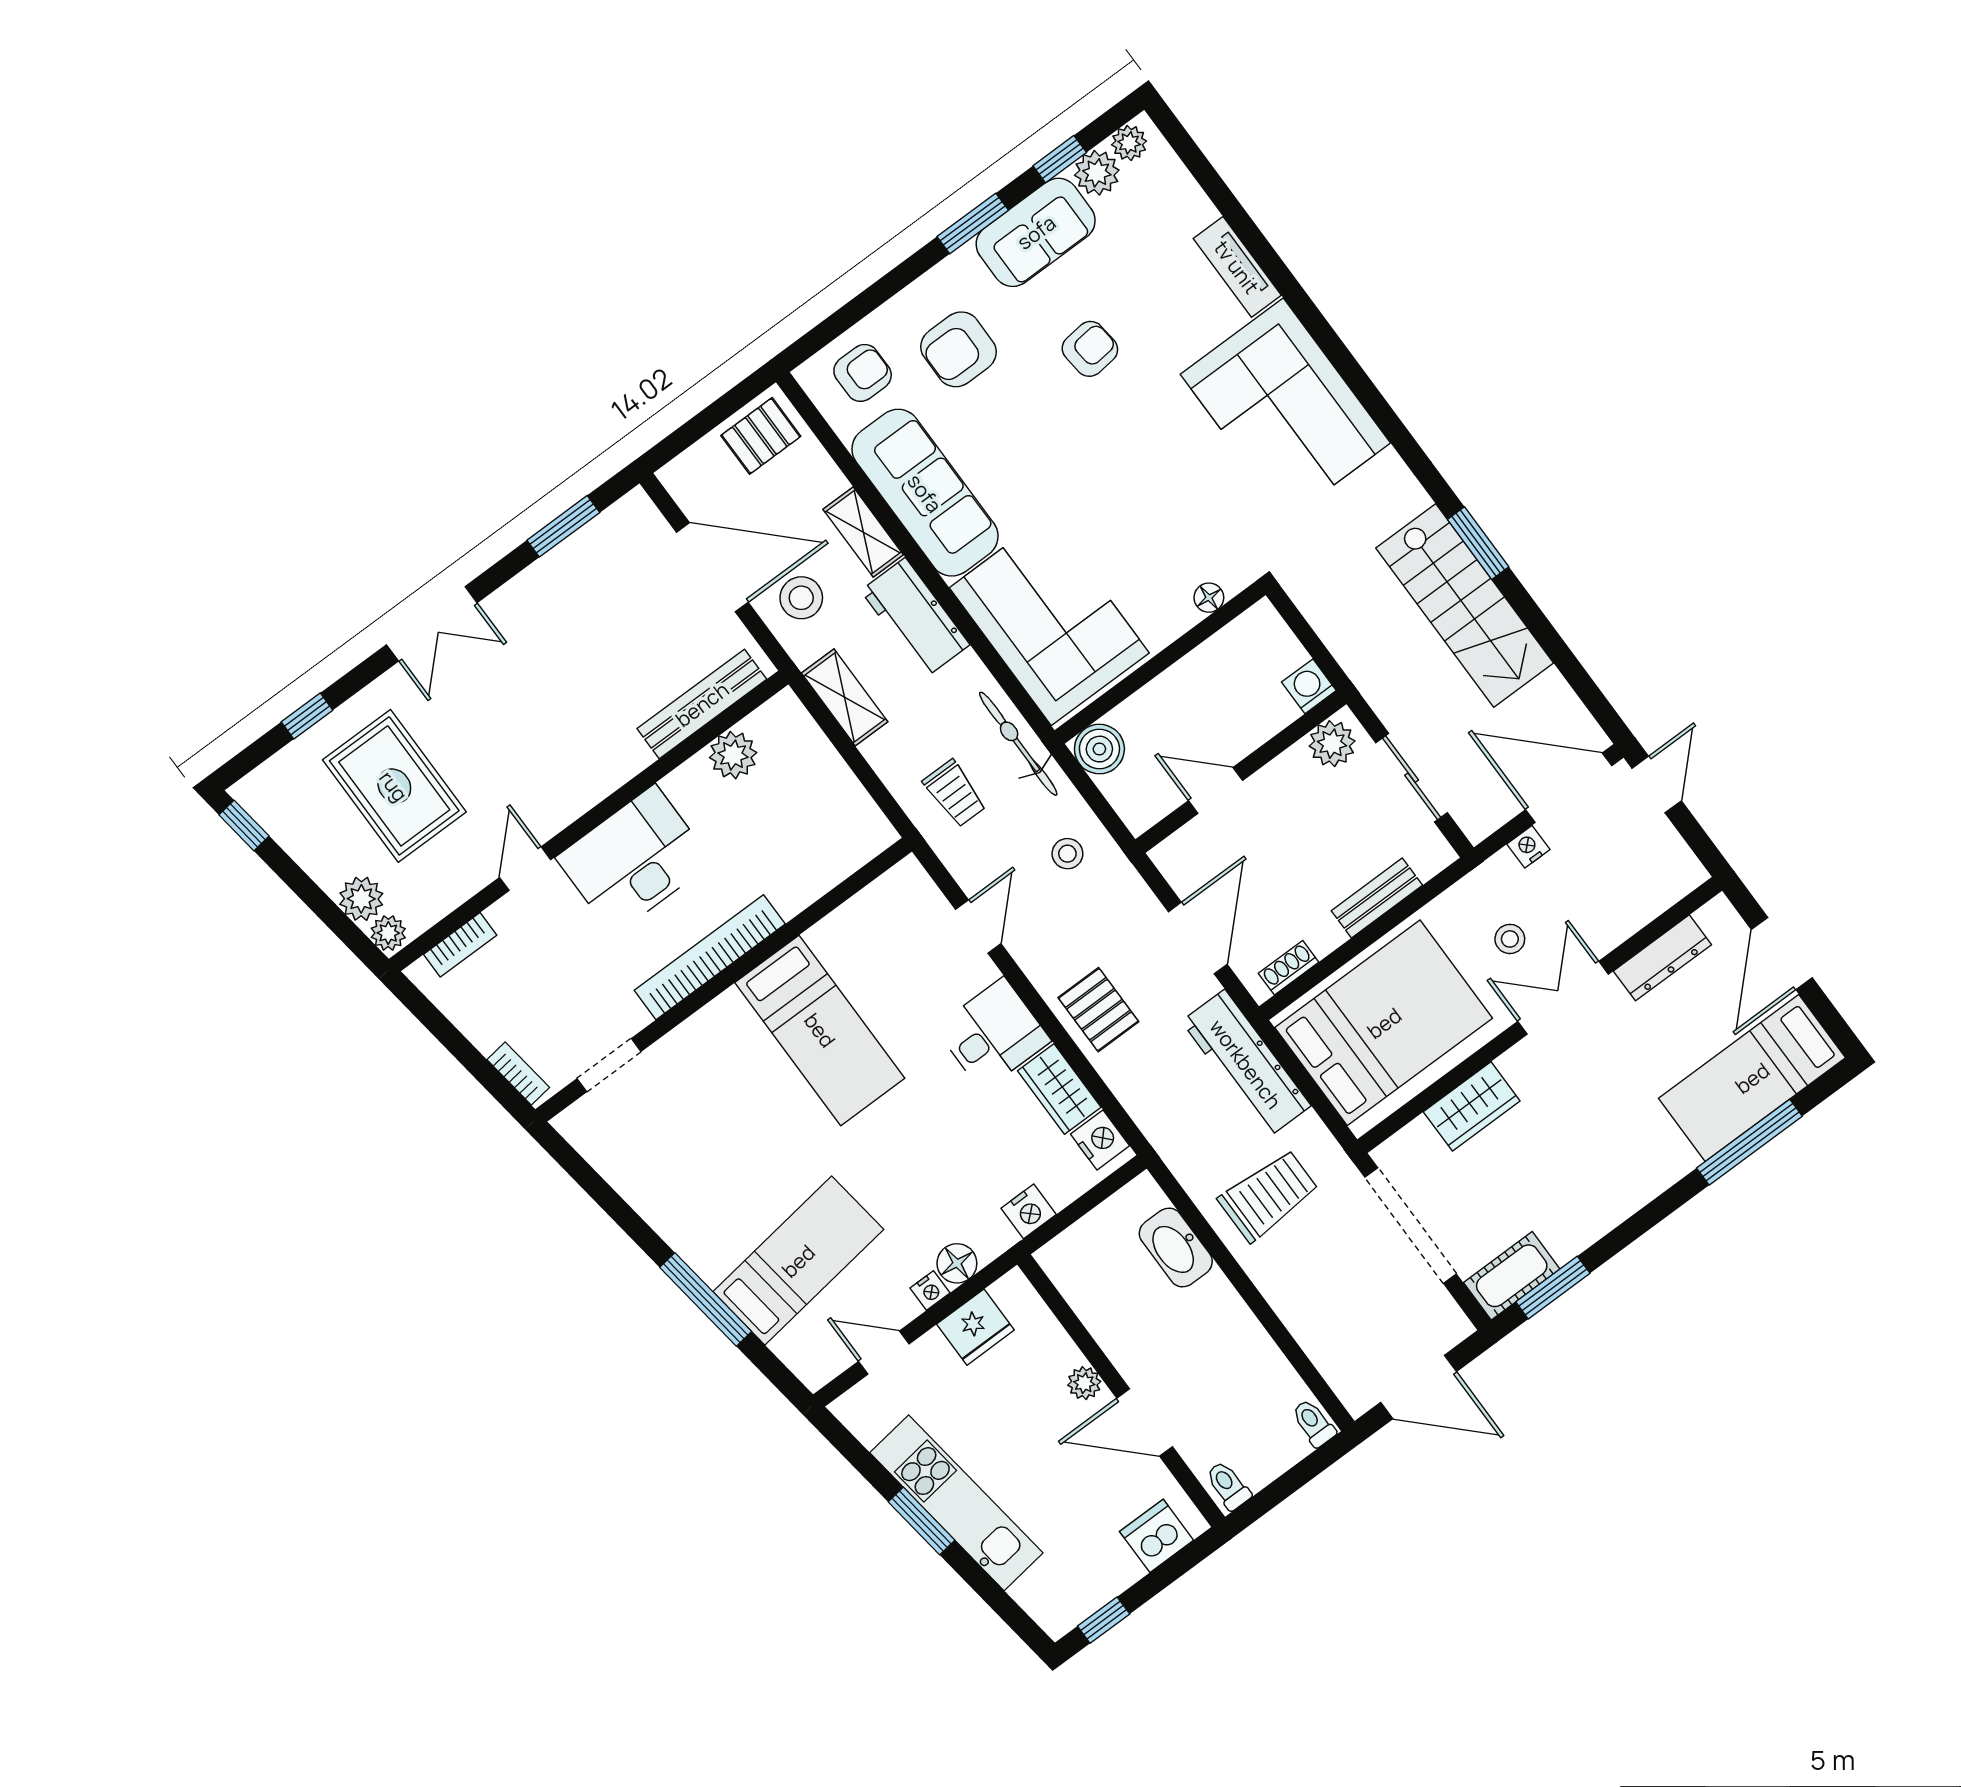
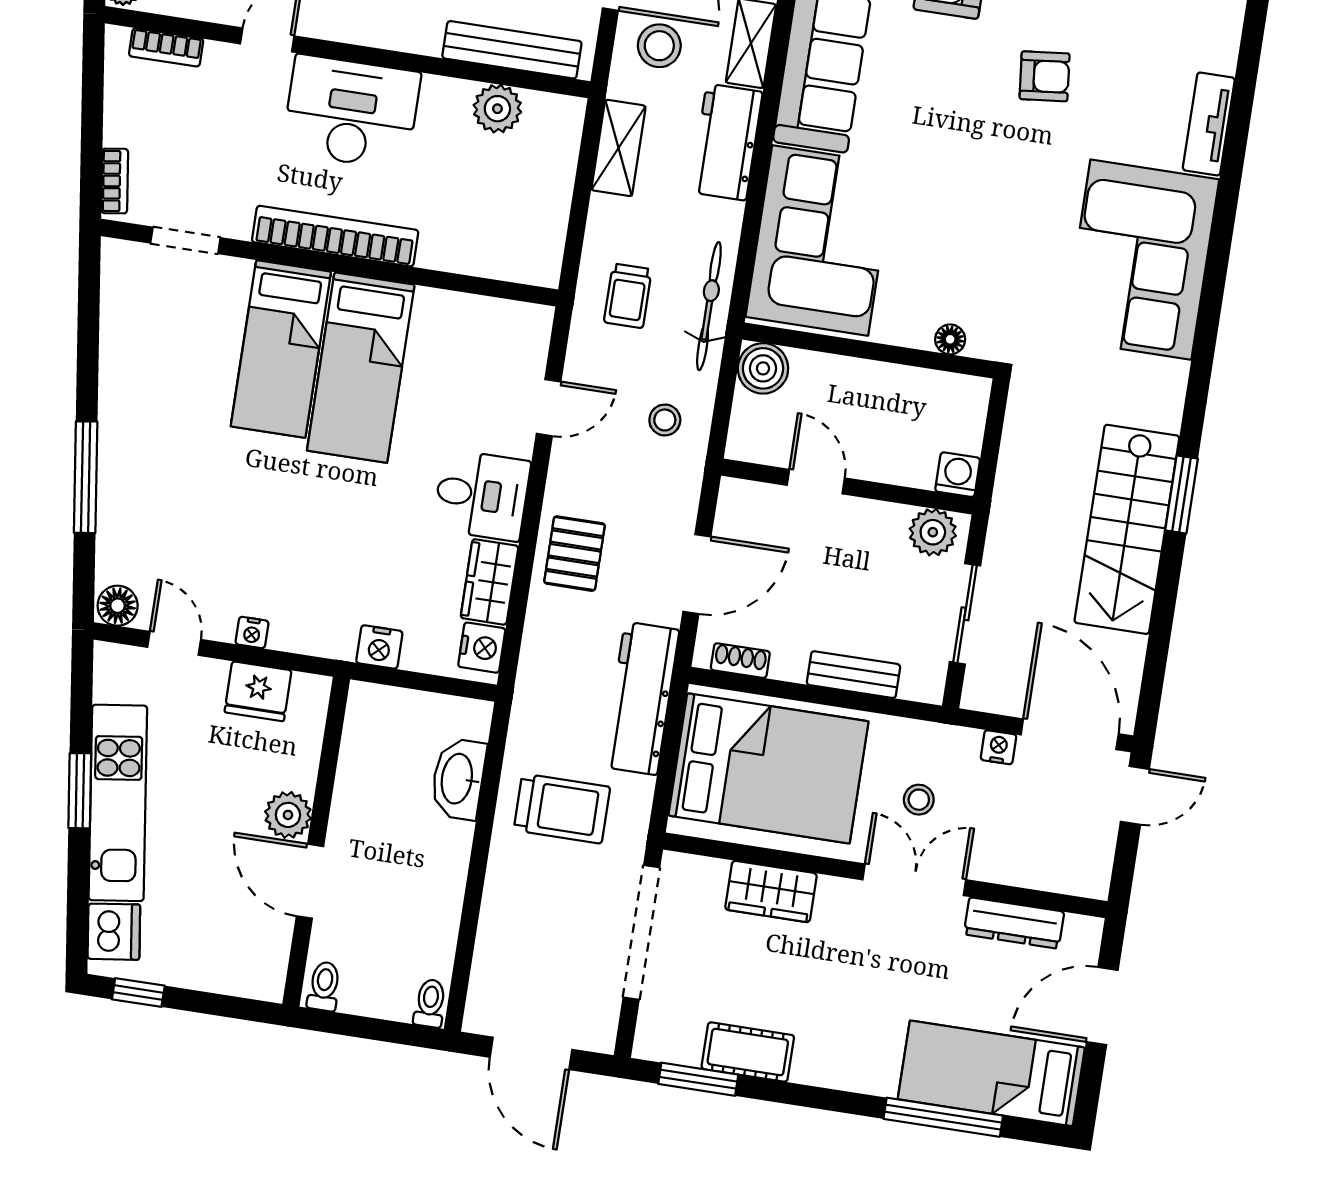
bed: (798, 1261) -> (281, 349), moved, turned 98
floor lamp: (957, 1263) -> (118, 606), moved
cot: (1512, 1276) -> (748, 1052), moved
plant: (1084, 1383) -> (288, 815), width x1.38, depth x1.38
dishwasher: (1157, 1536) -> (114, 932), moved, turned 82

